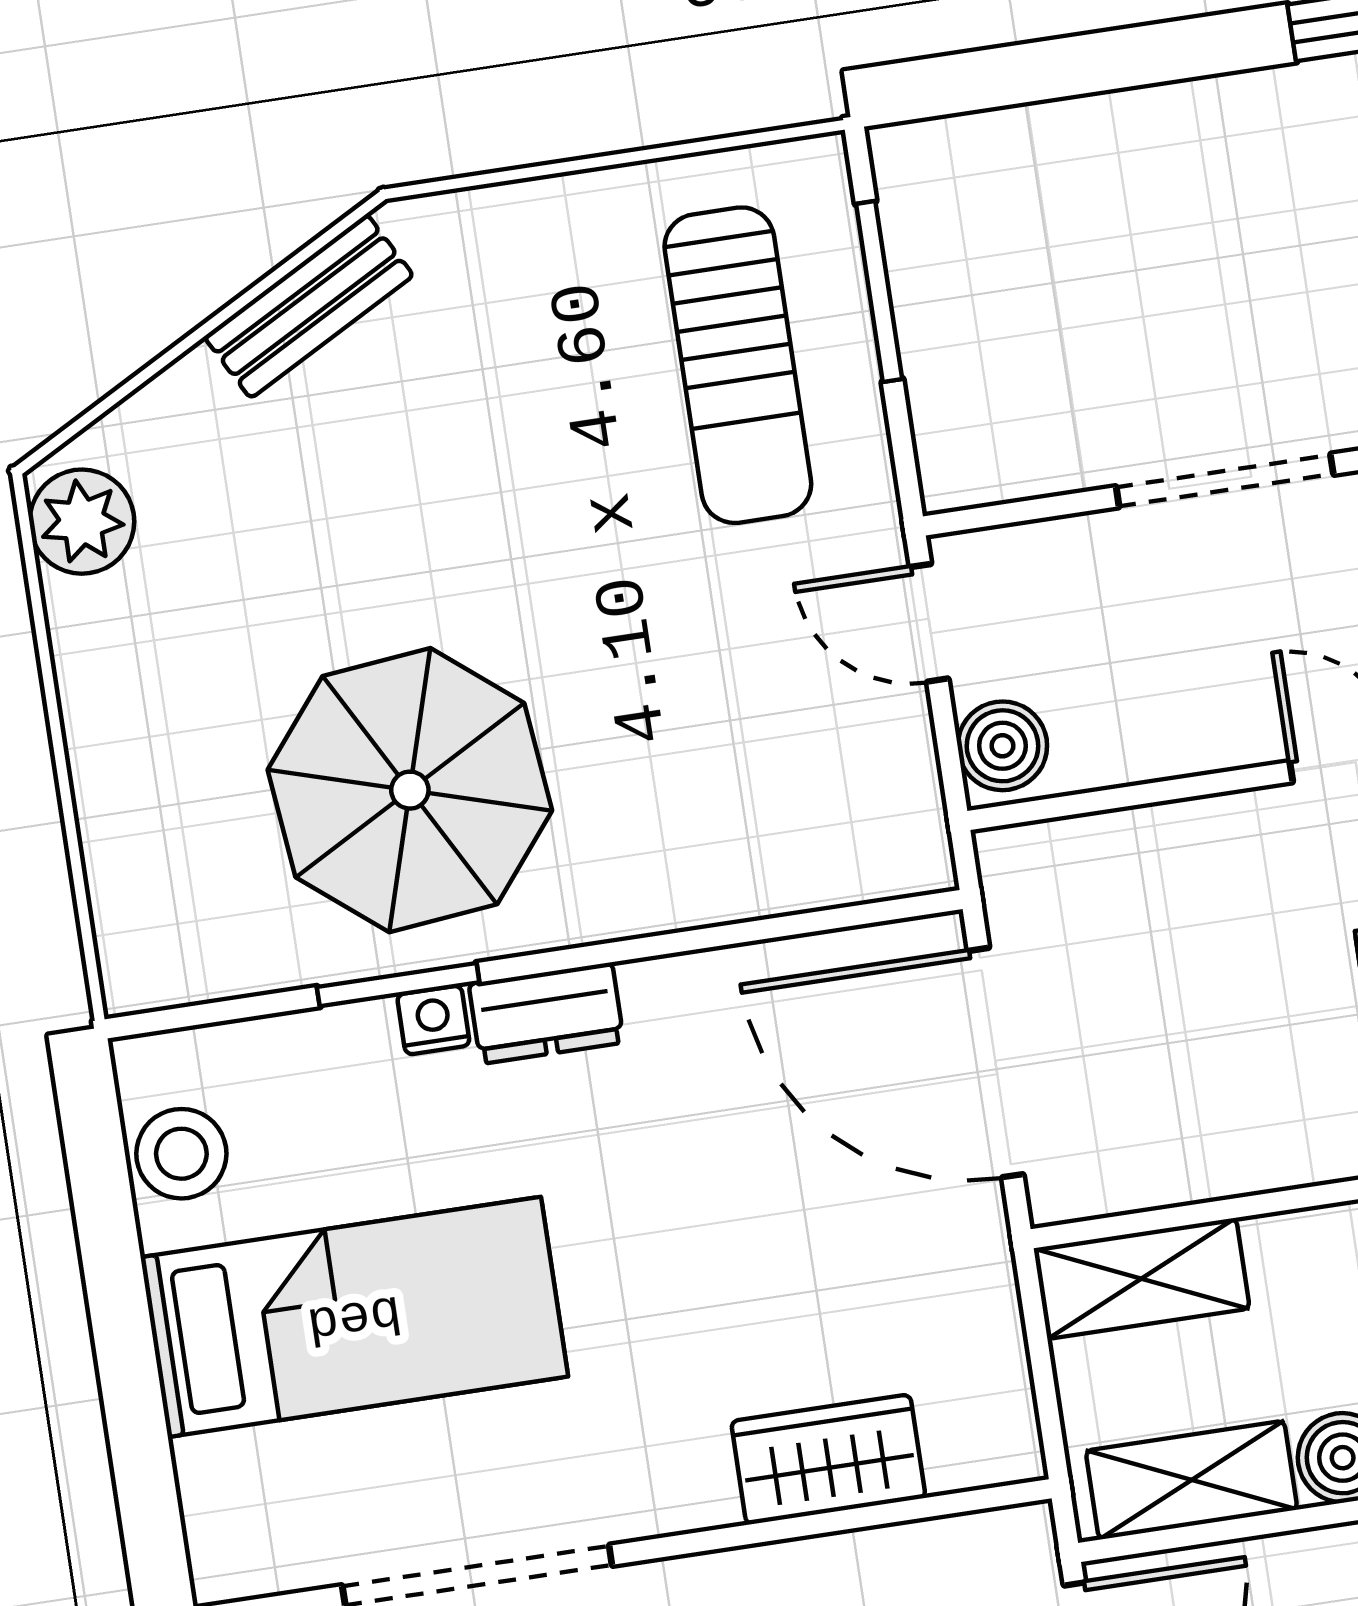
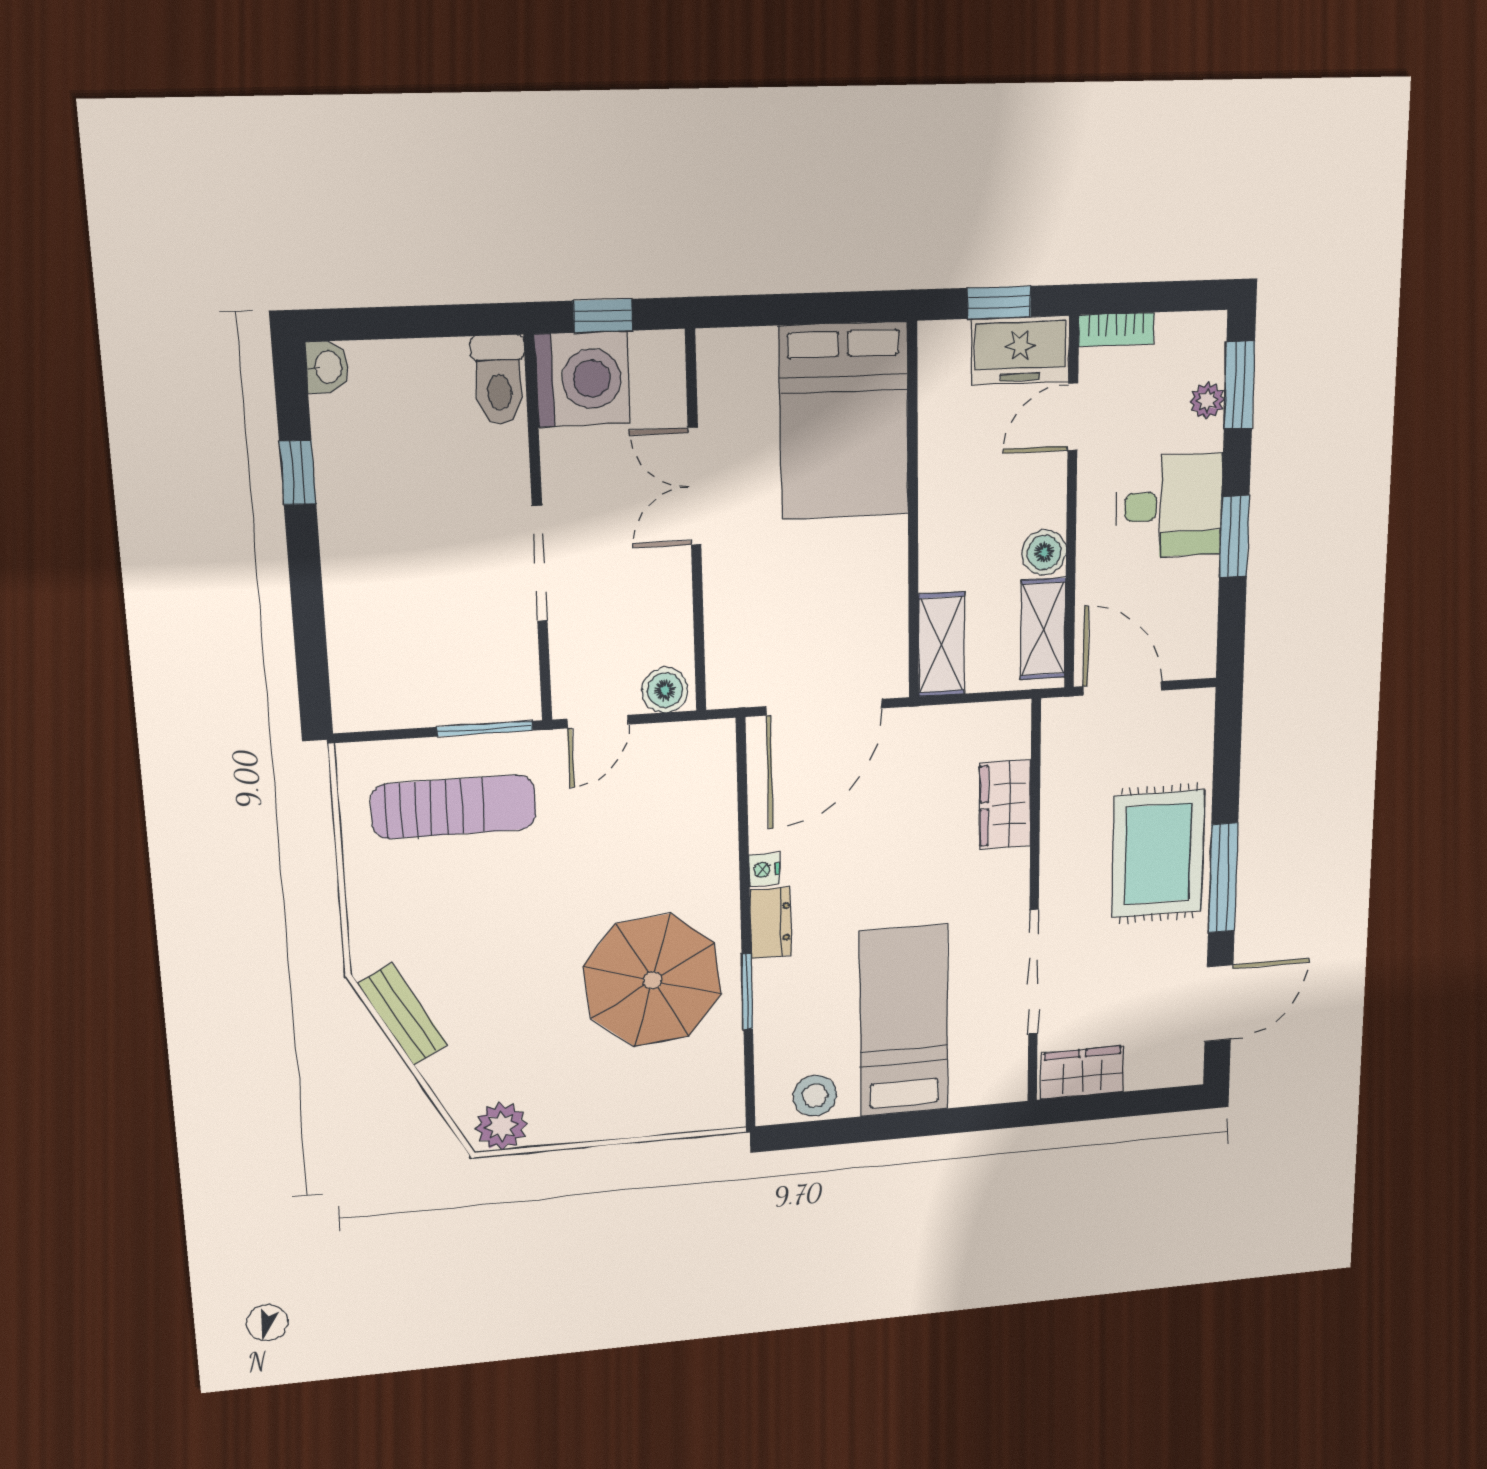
window: (879, 292) -> (485, 729), moved
nightstand: (433, 1020) -> (764, 870), moved

